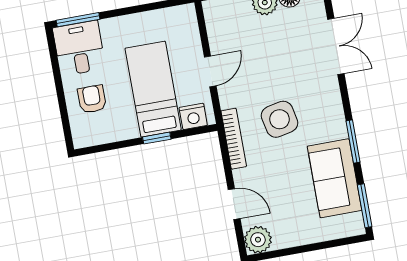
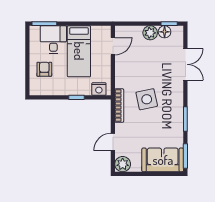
desk: (79, 48) -> (53, 40), moved
door: (210, 71) -> (113, 46), moved
bed: (153, 89) -> (79, 51), moved, turned 180
sofa: (335, 178) -> (163, 160), moved, turned 90
door: (234, 204) -> (113, 142), swing flipped

